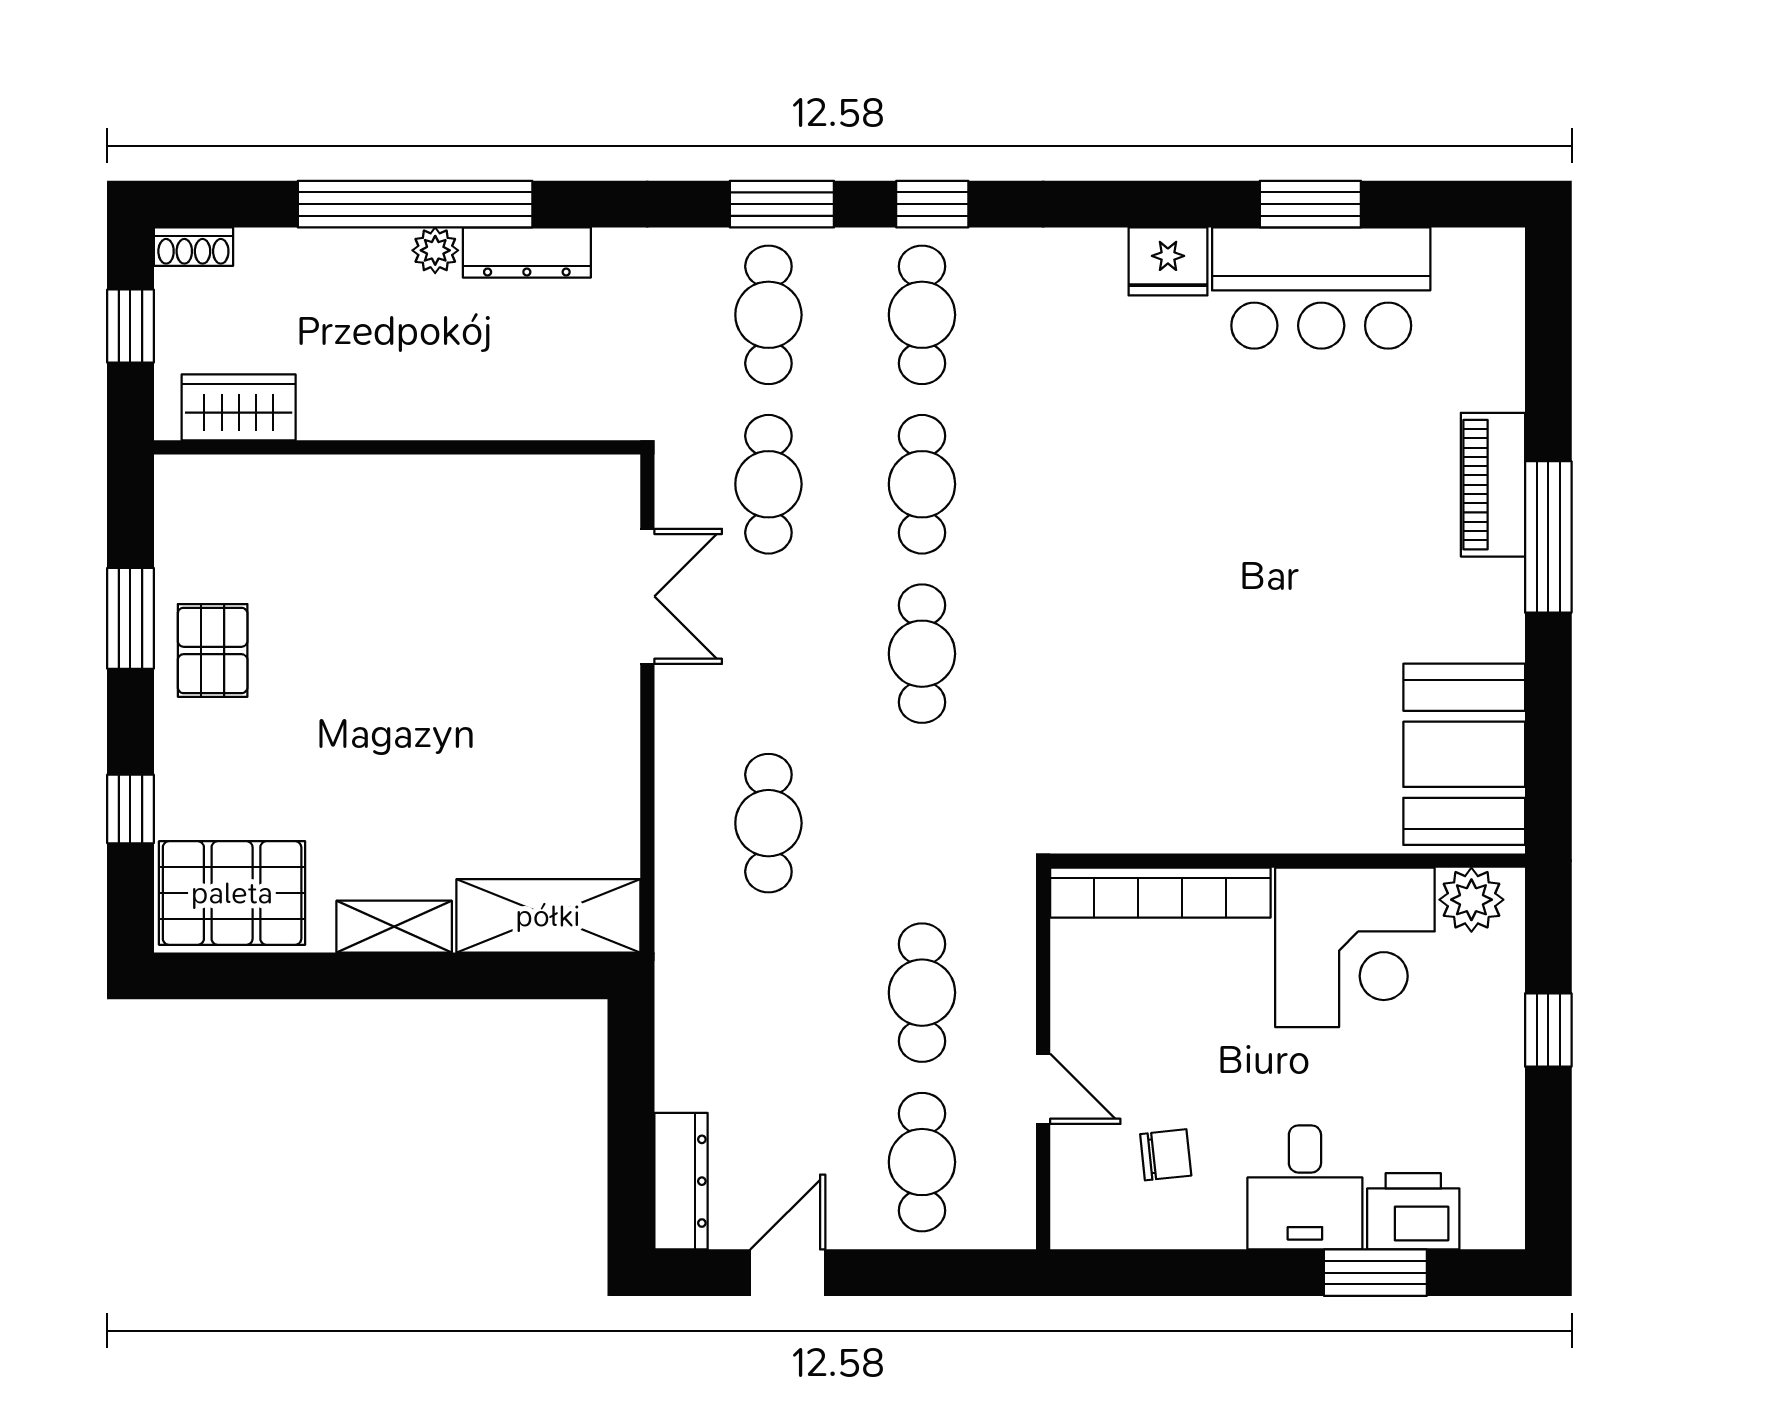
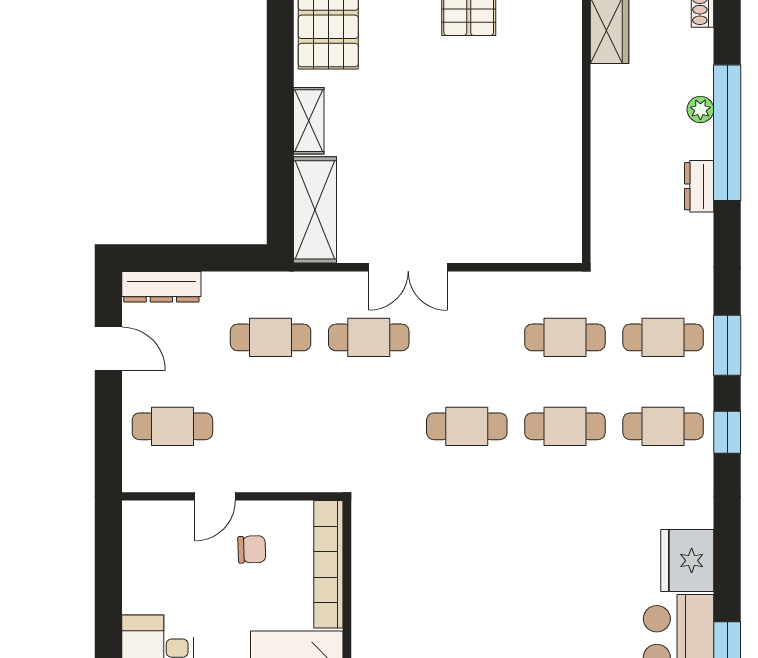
plant: (435, 250) -> (700, 109), moved
dresser: (527, 252) -> (699, 186), width x0.70
fridge: (1168, 261) -> (687, 561), width x1.36, depth x1.34
double door: (647, 596) -> (408, 267), moved
cafe table: (922, 993) -> (271, 337), moved
chair: (1166, 1155) -> (252, 549), moved, turned -86

